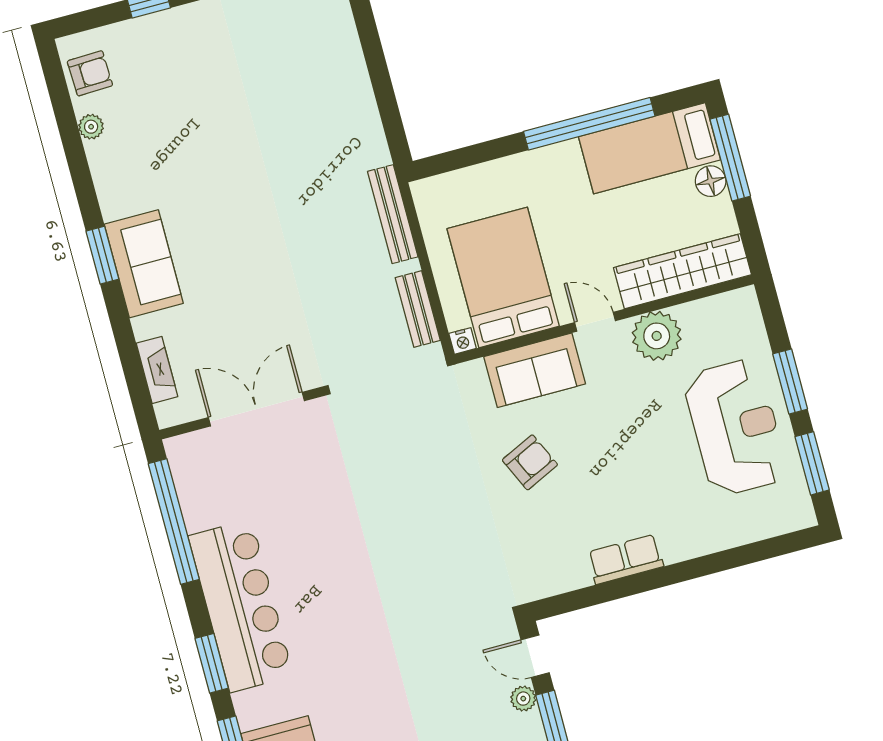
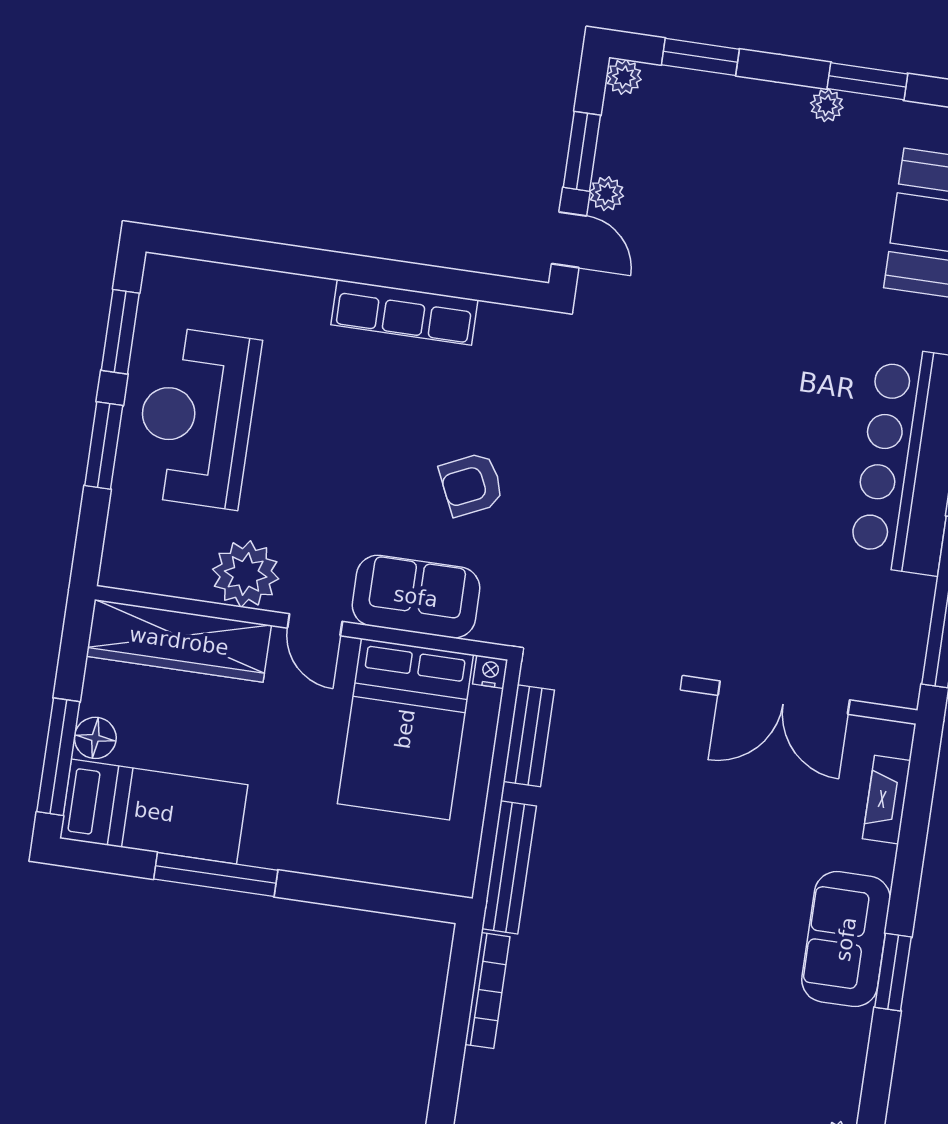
bookcase: (372, 124) -> (487, 991), added
window: (589, 124) -> (216, 875), width x0.68
row of seats: (625, 559) -> (404, 312), width x1.48

